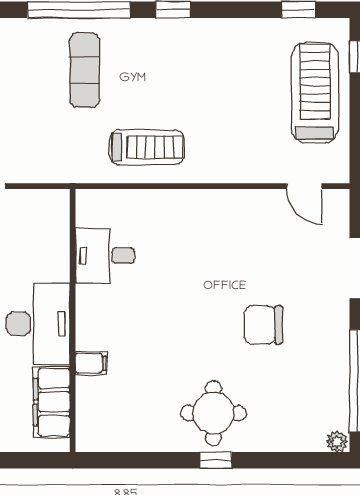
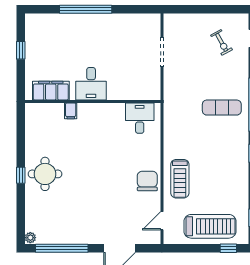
treadmill: (147, 147) -> (180, 179), moved
desk: (105, 256) -> (140, 118), moved
desk: (38, 324) -> (91, 84), width x0.73
chair: (263, 325) -> (147, 181), moved

